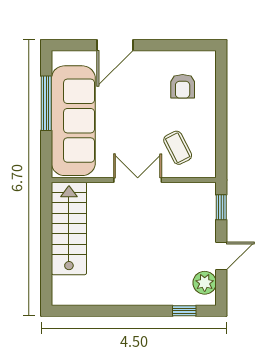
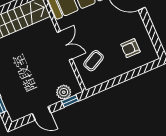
plant: (205, 283) -> (64, 92), moved

